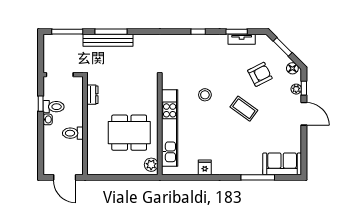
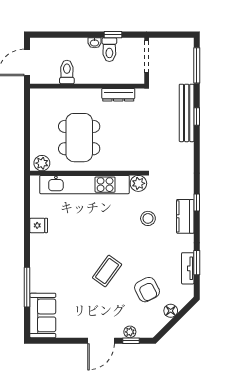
window: (111, 32) -> (197, 116), width x0.46
window: (198, 32) -> (197, 203), moved
kitchen counter: (197, 41) -> (185, 216), added
window: (283, 47) -> (179, 316), removed
floor lamp: (292, 68) -> (171, 311), moved
plant: (169, 82) -> (138, 183), added
dresser: (92, 95) -> (118, 95), width x1.44
stool: (205, 95) -> (148, 218), moved
toilet: (73, 133) -> (67, 72), moved

